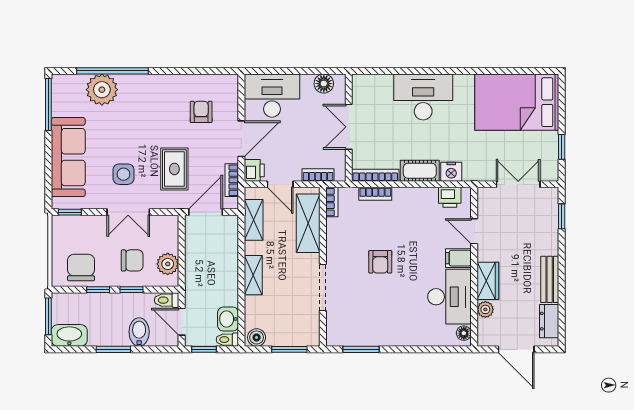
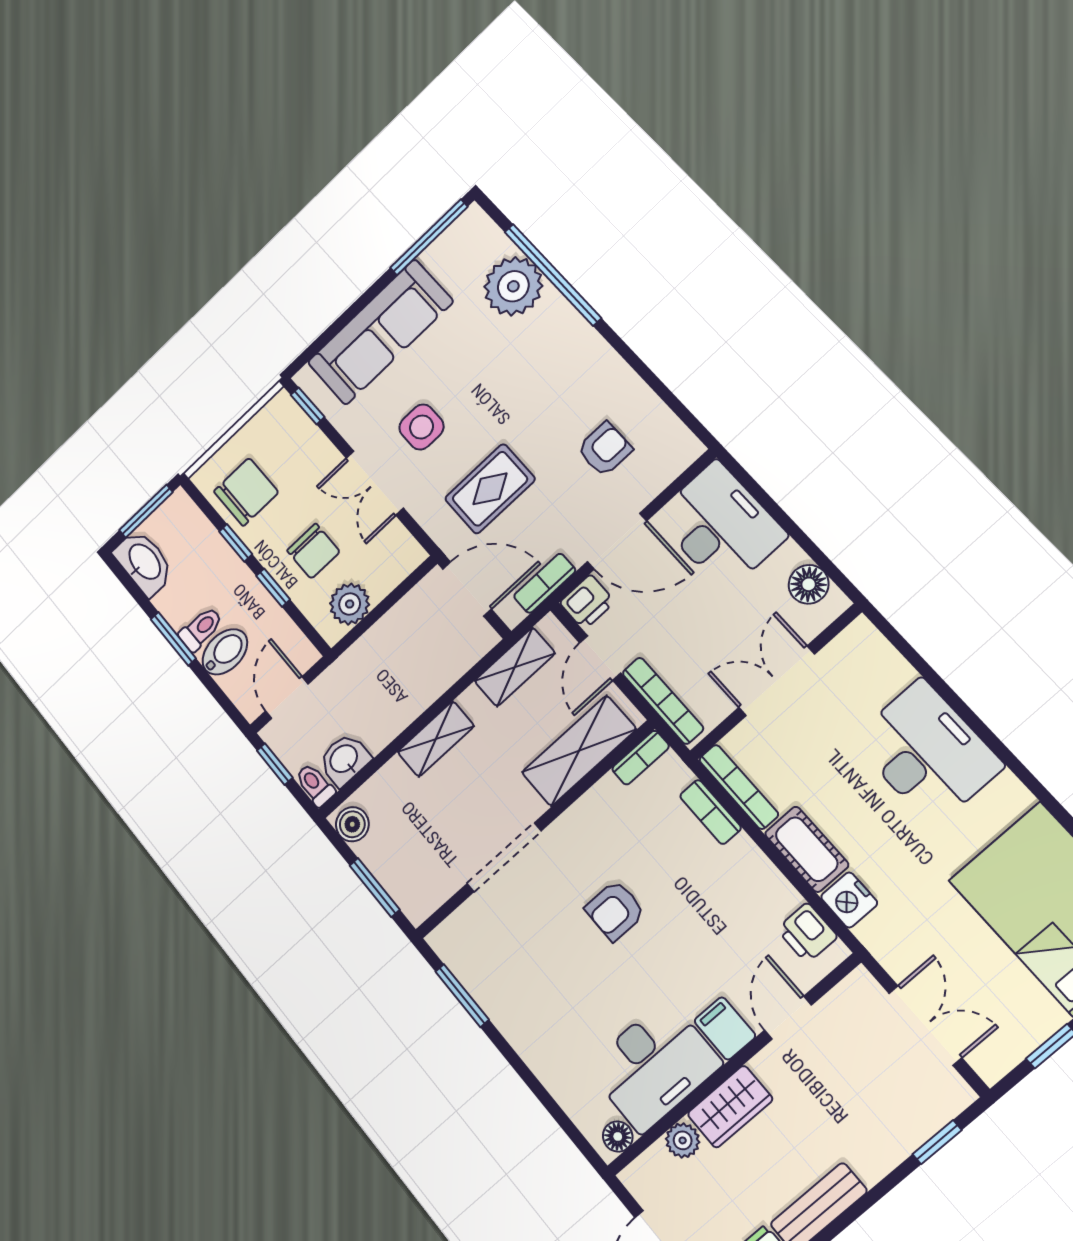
bookcase: (318, 175) -> (663, 701), width x1.56
toilet: (167, 300) -> (201, 629), moved, turned 90

